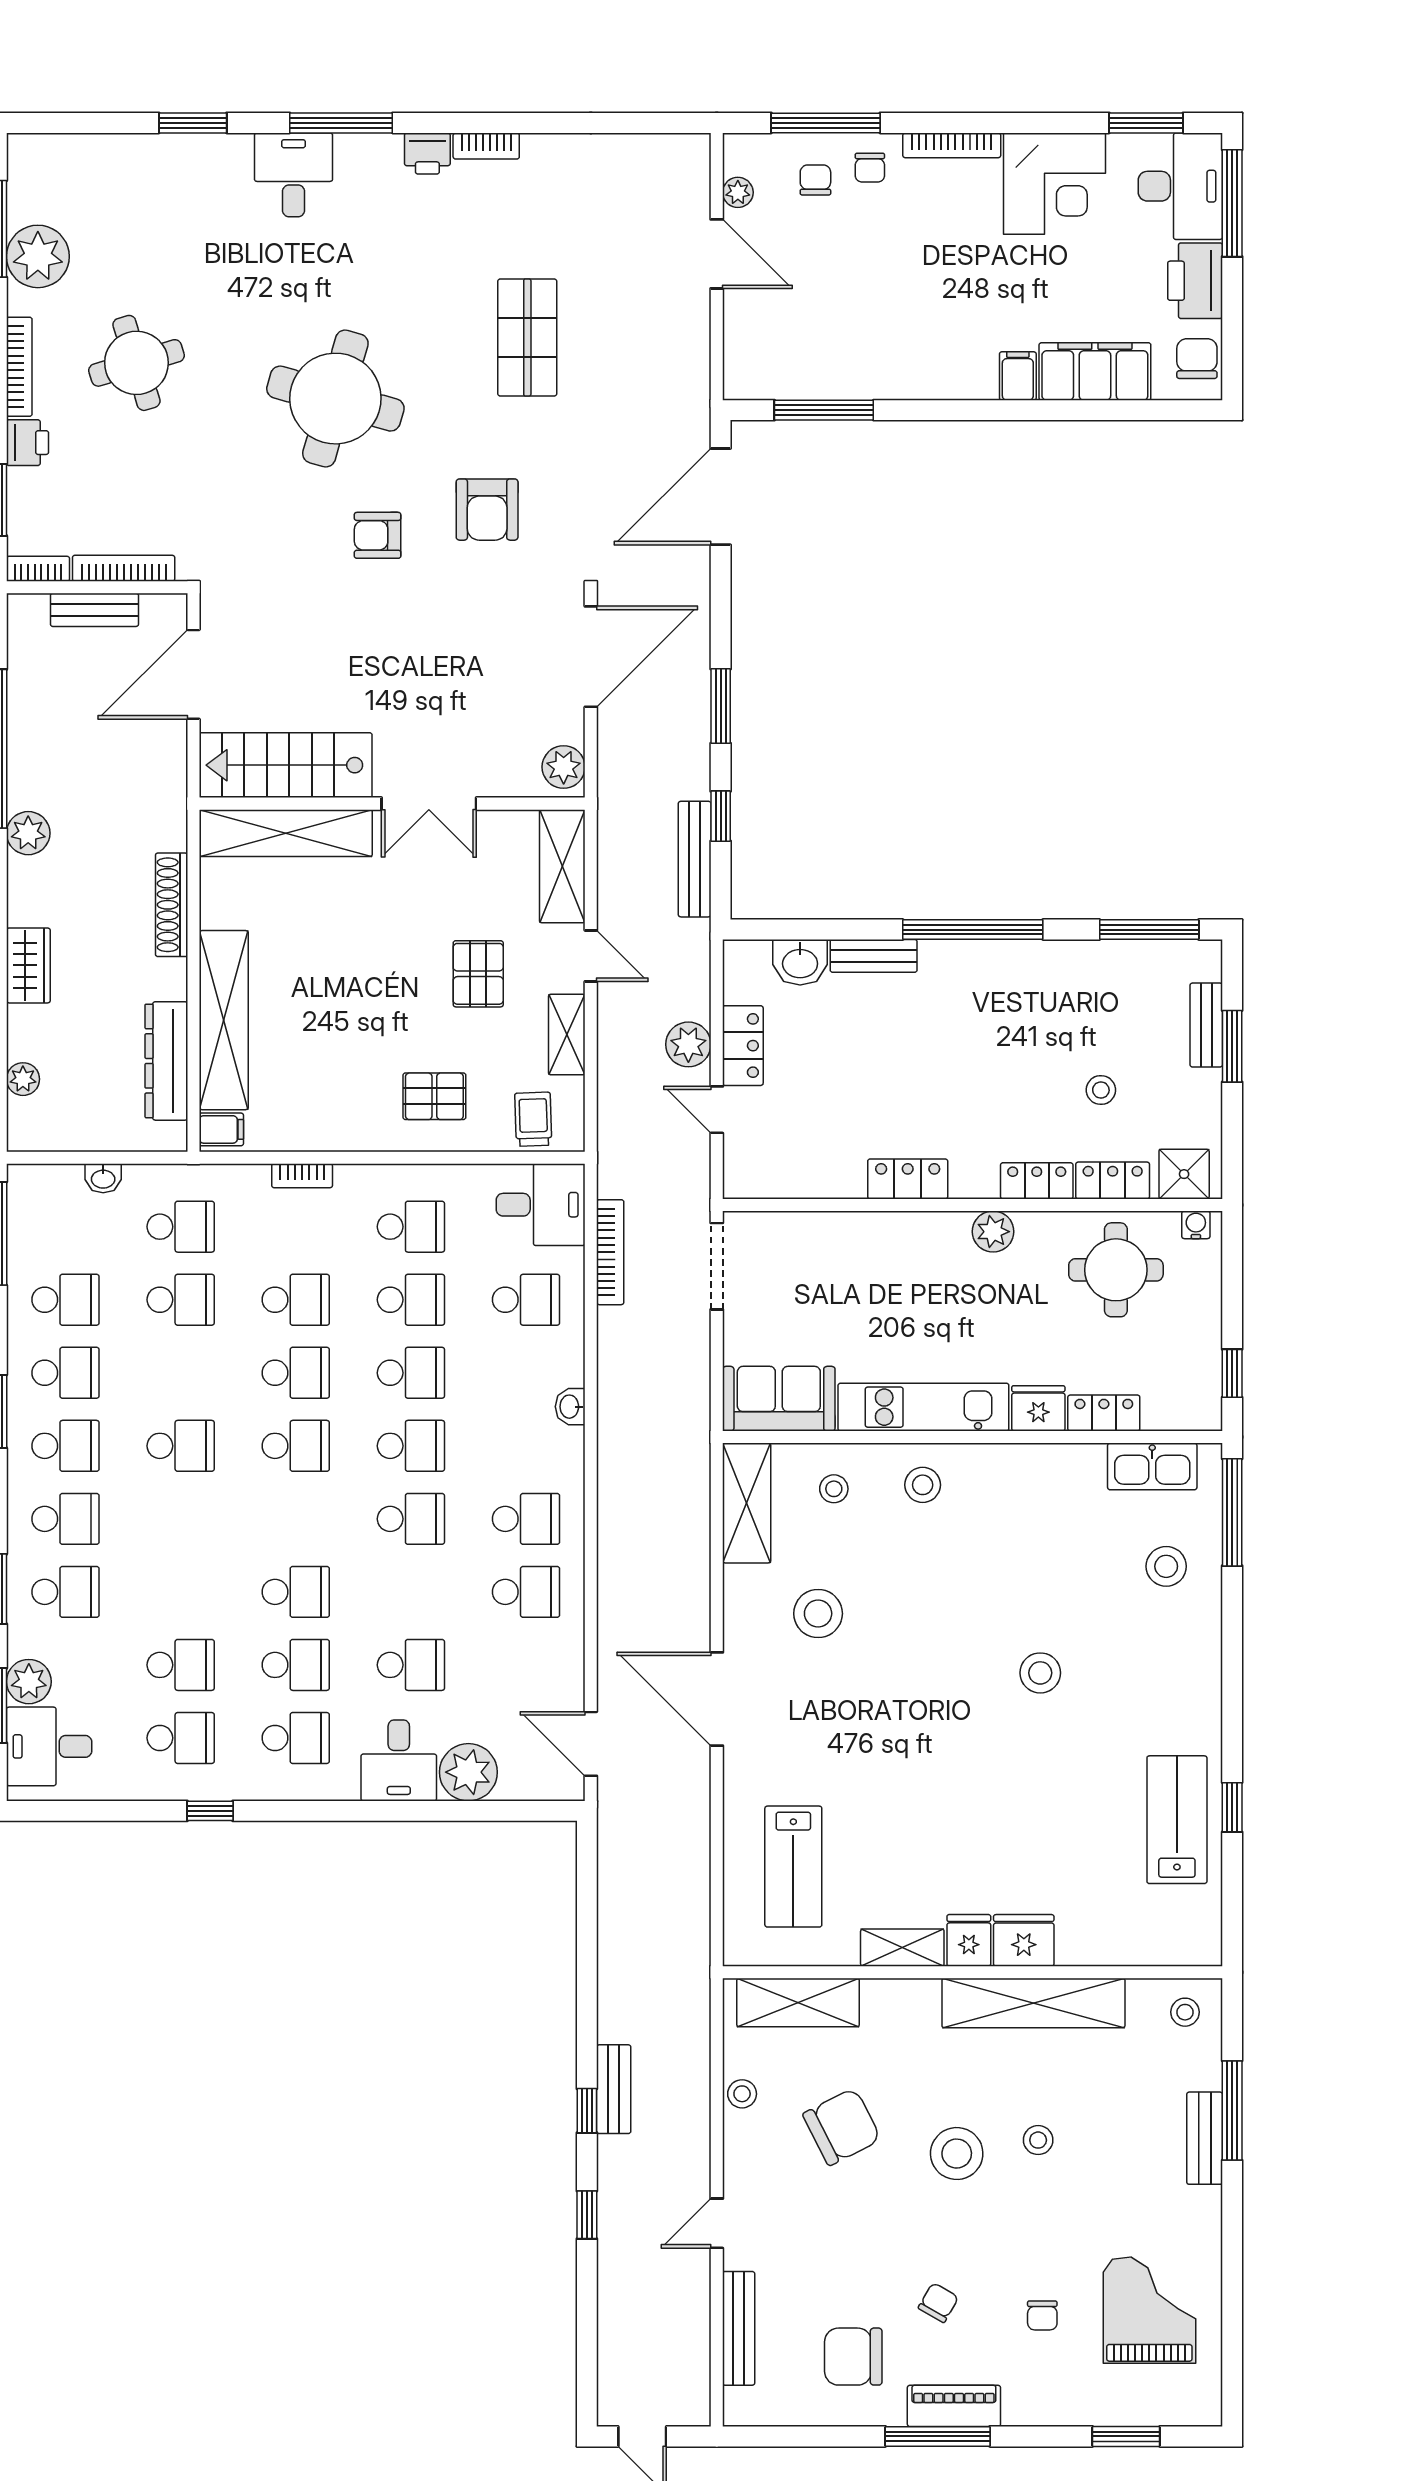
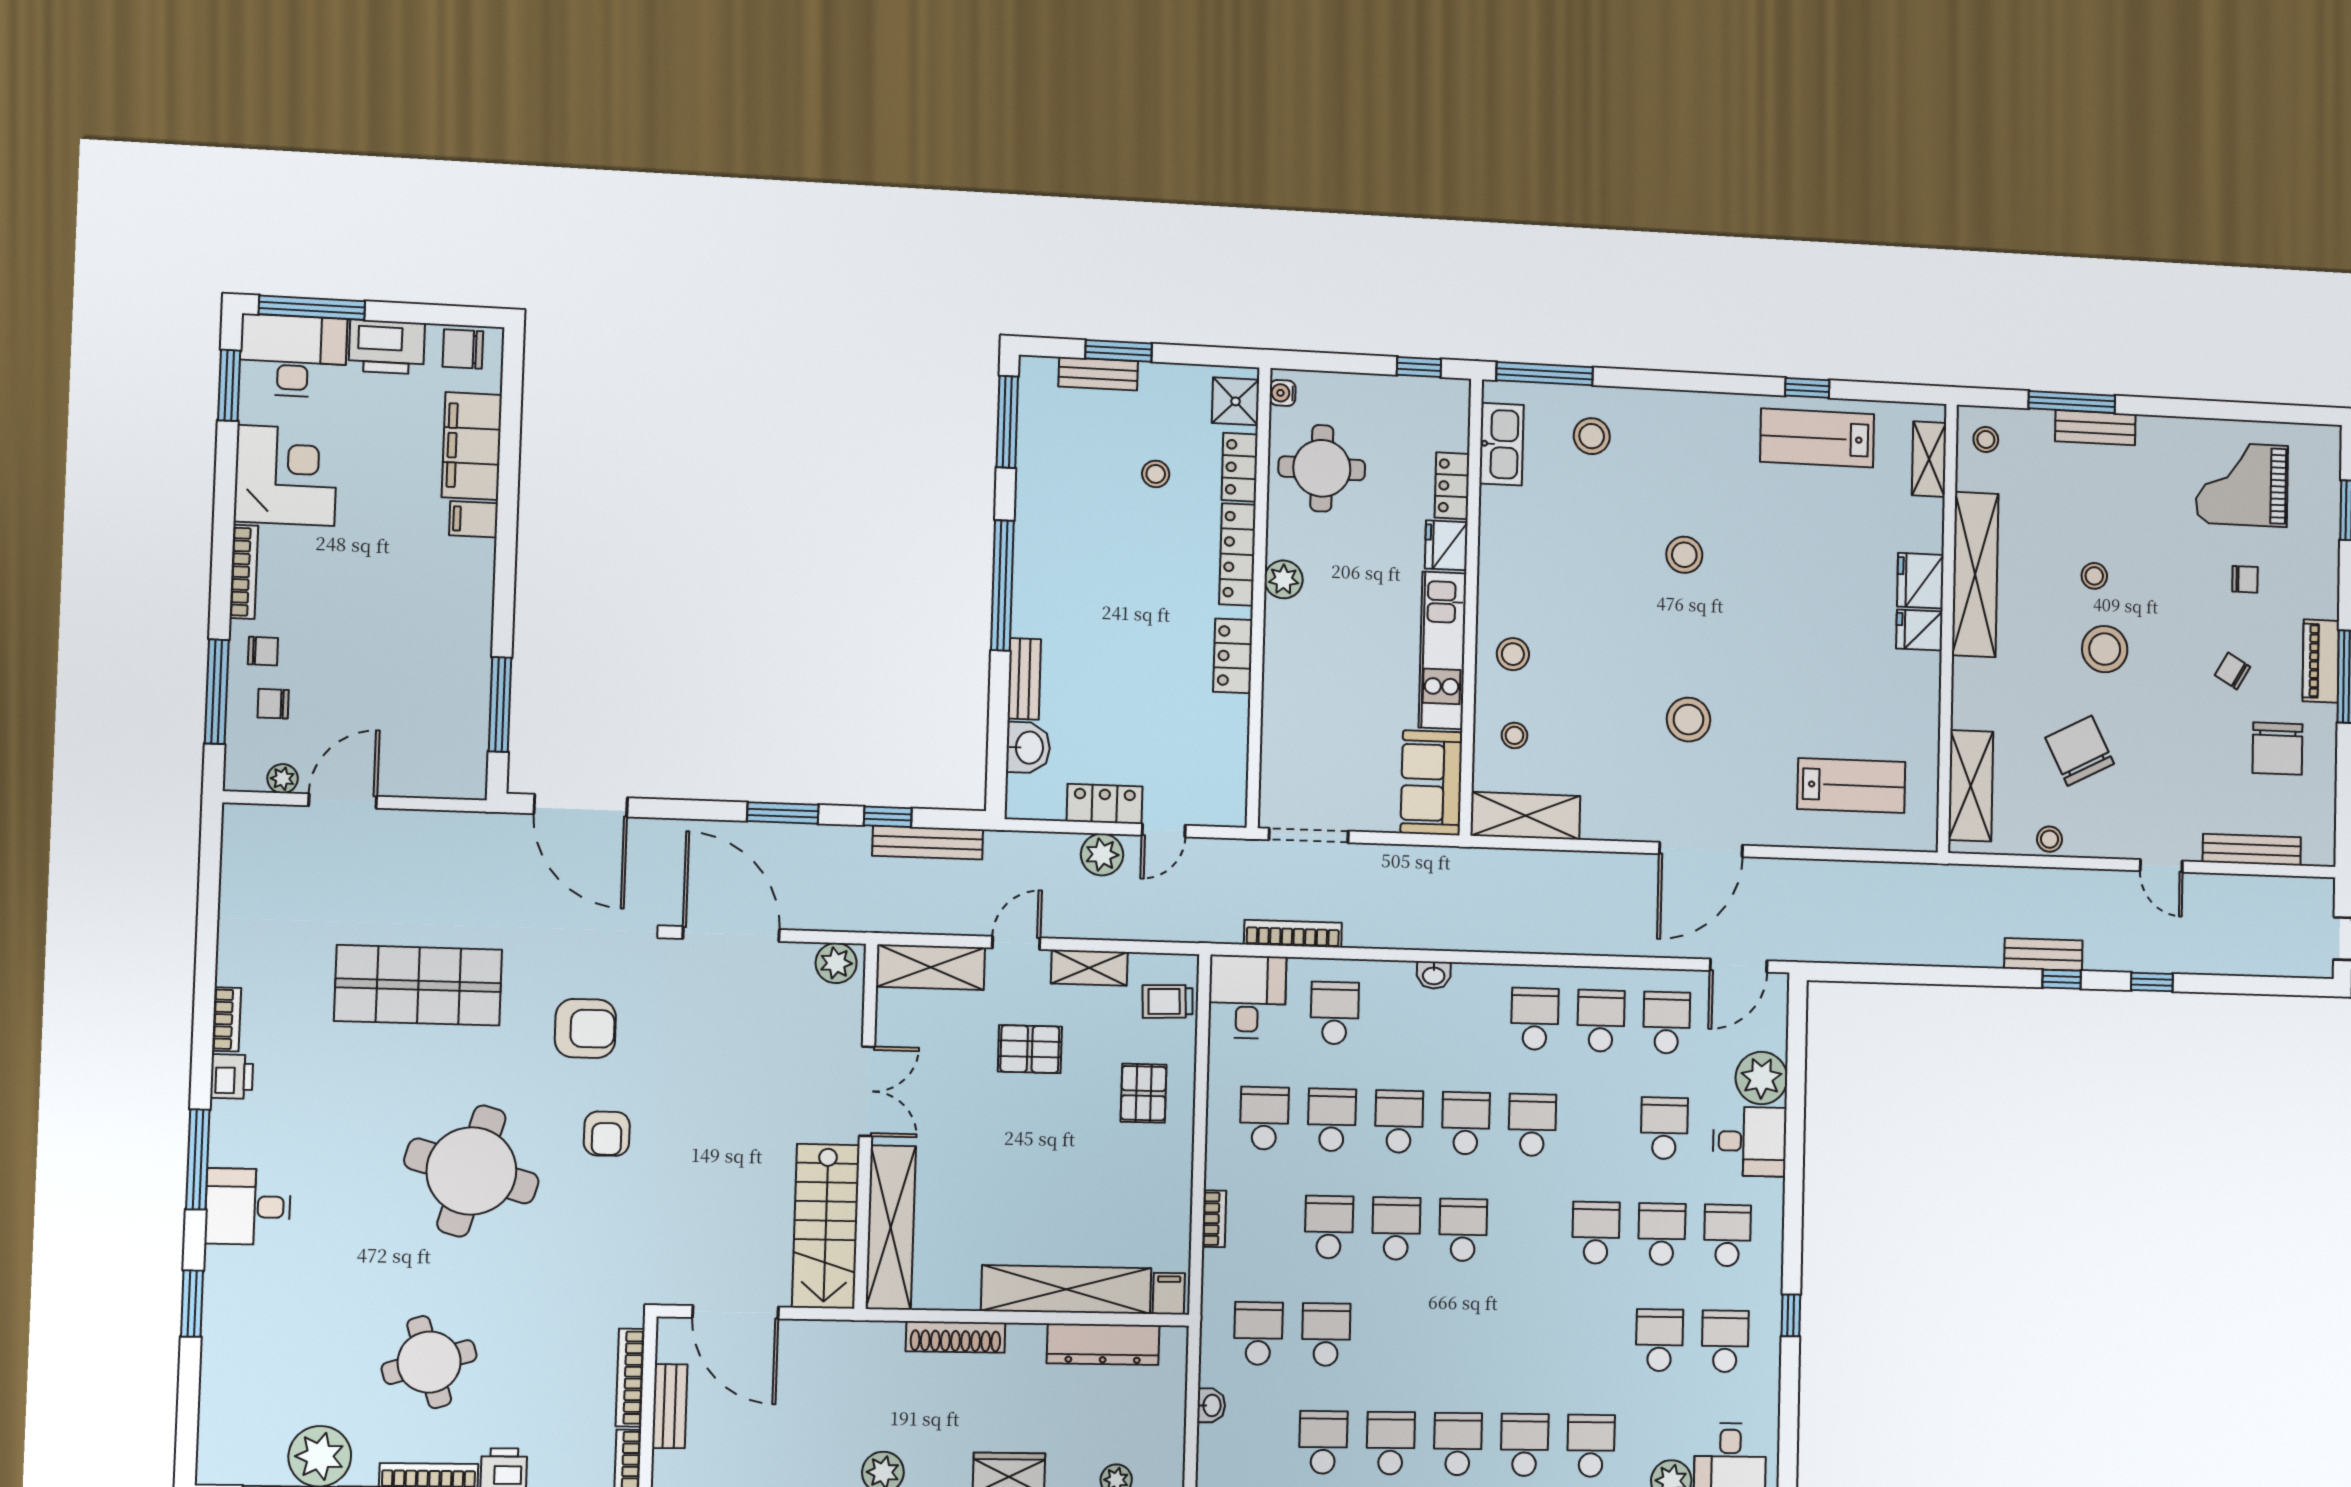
shop shelf: (527, 337) -> (418, 985), width x1.43, depth x1.36
locker: (1037, 1181) -> (1237, 555), width x1.53
school desk: (181, 1446) -> (1667, 1023), moved
stool: (818, 1614) -> (1688, 720), moved
shelving: (902, 1948) -> (1929, 459), moved

